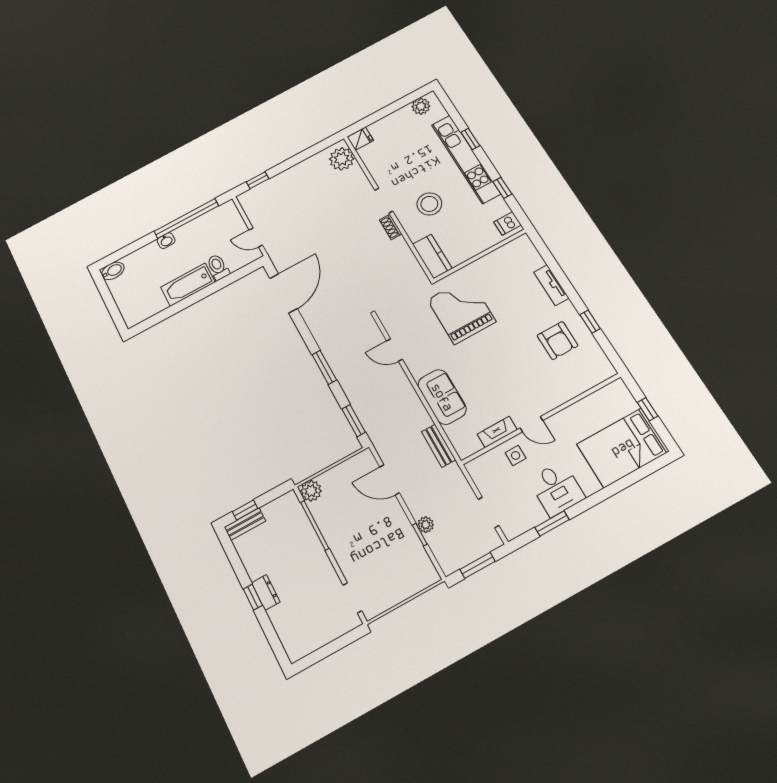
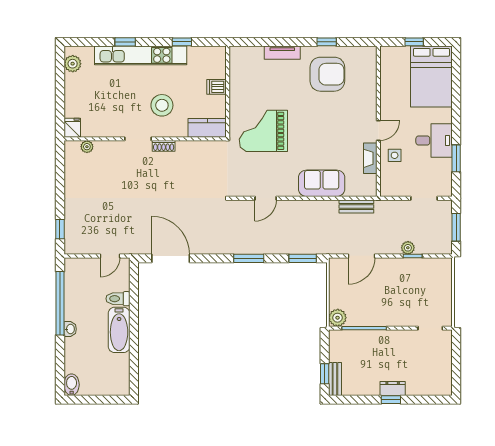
plant: (342, 159) -> (87, 147), width x0.53, depth x0.53
dishwasher: (508, 223) -> (216, 87), moved, turned 90
armchair: (557, 341) -> (327, 74), width x1.36, depth x1.36

